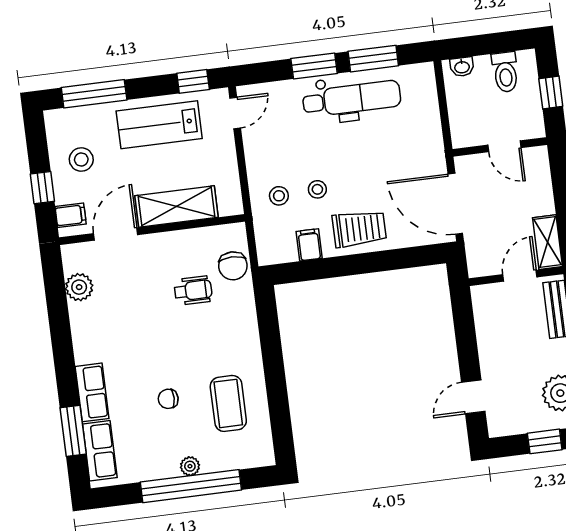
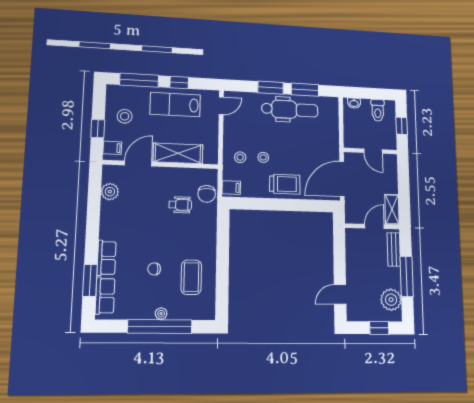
window: (193, 81) -> (179, 82), moved
door: (455, 204) -> (342, 179), hinge flipped
filing cabinet: (309, 245) -> (231, 188), moved, turned 90

